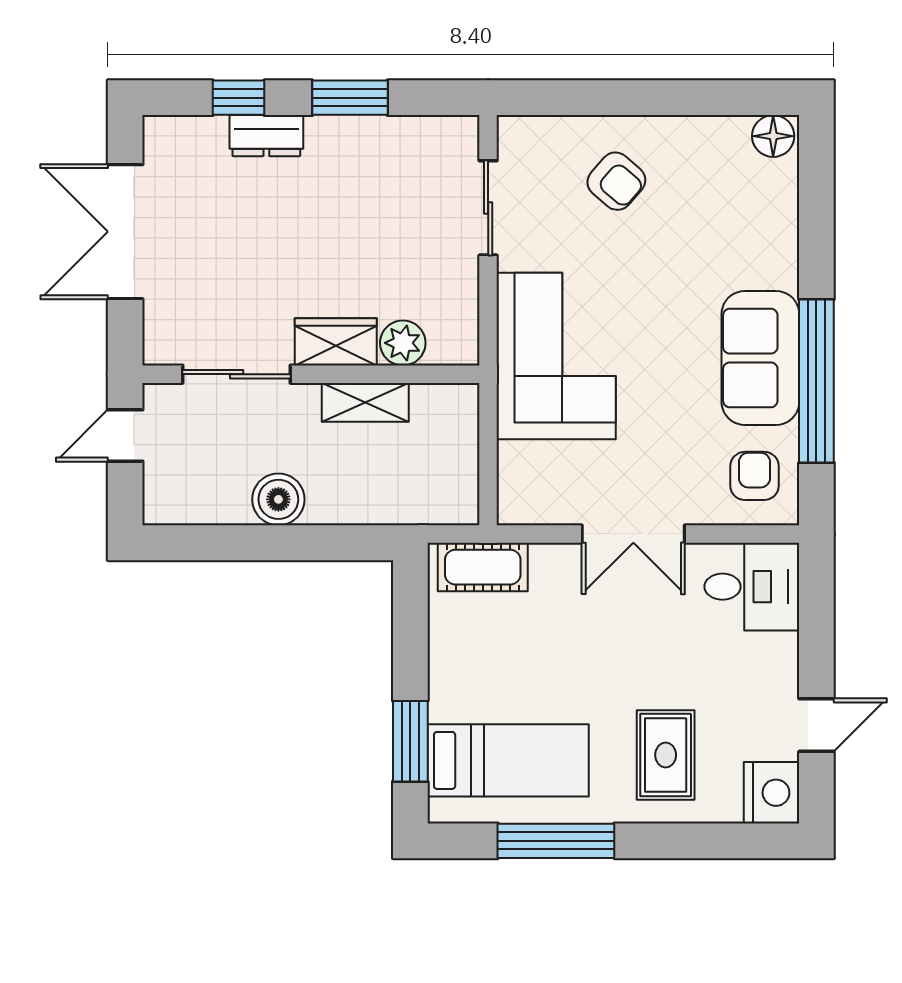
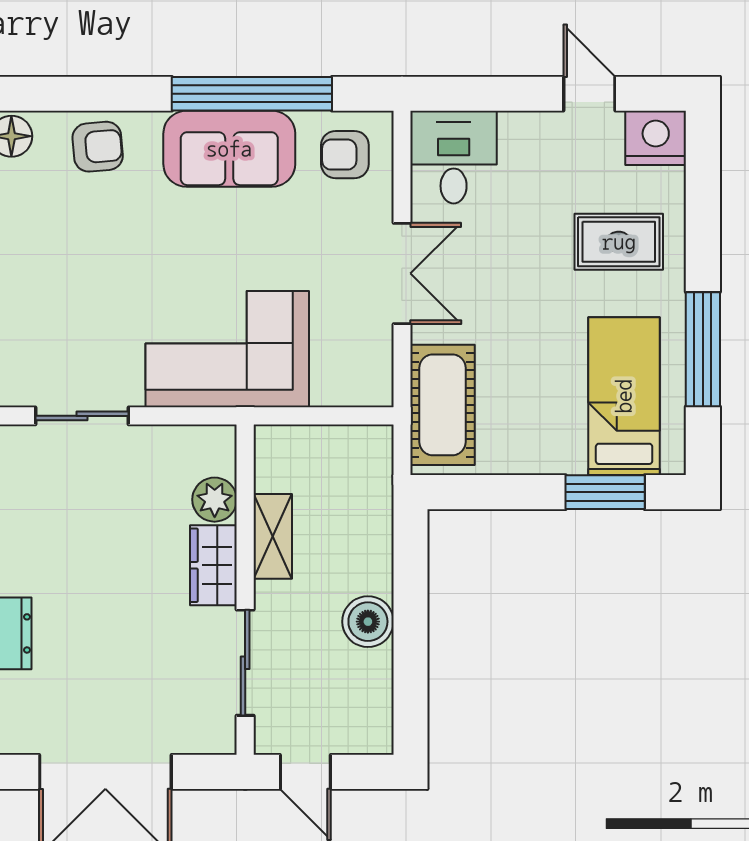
armchair: (616, 181) -> (98, 147), moved, turned 44
cot: (483, 567) -> (443, 405), width x1.37, depth x1.34

